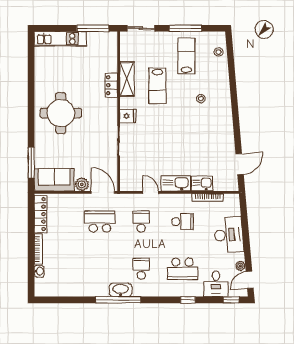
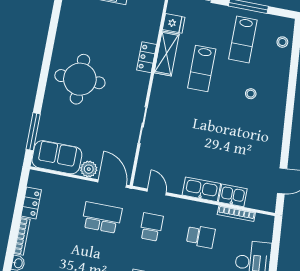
lab bench: (186, 56) -> (243, 39), turned 180
fridge: (128, 116) -> (174, 23), moved
door: (151, 192) -> (157, 192), moved
locker: (40, 214) -> (31, 203), width x0.66

